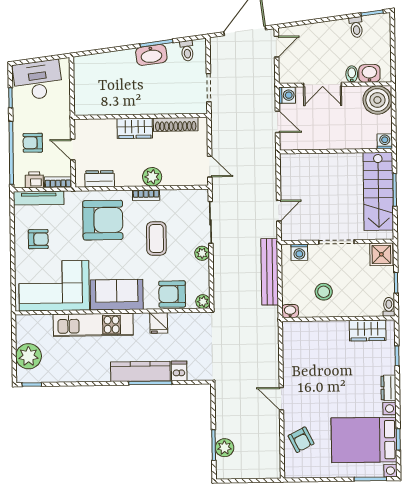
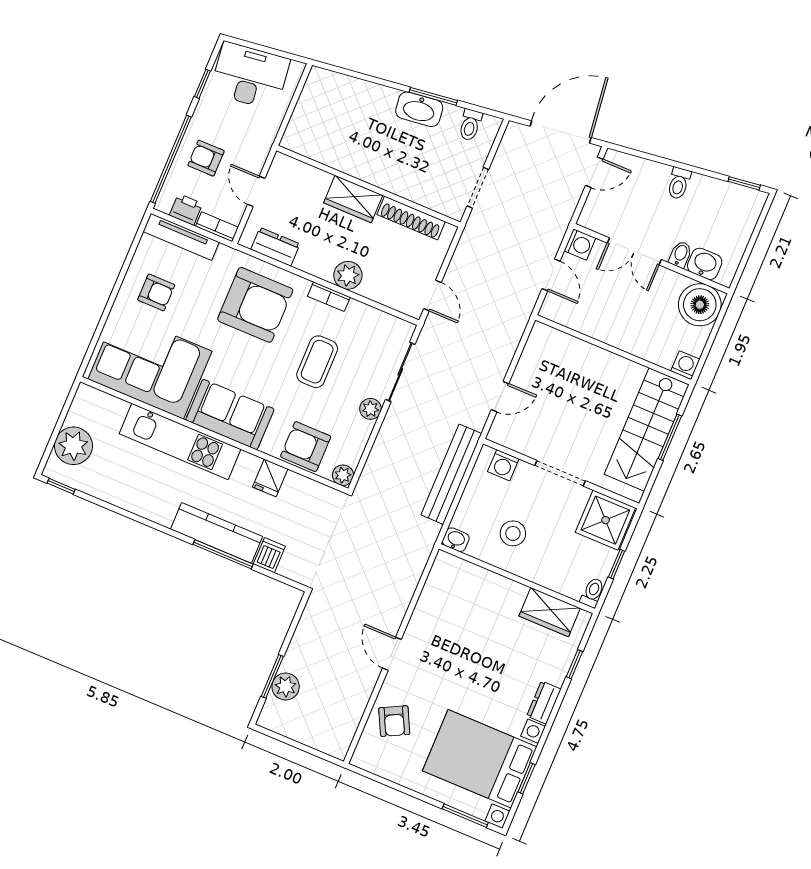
toilet: (356, 27) -> (679, 183), moved
shower: (381, 254) -> (605, 520), width x1.36, depth x1.36

